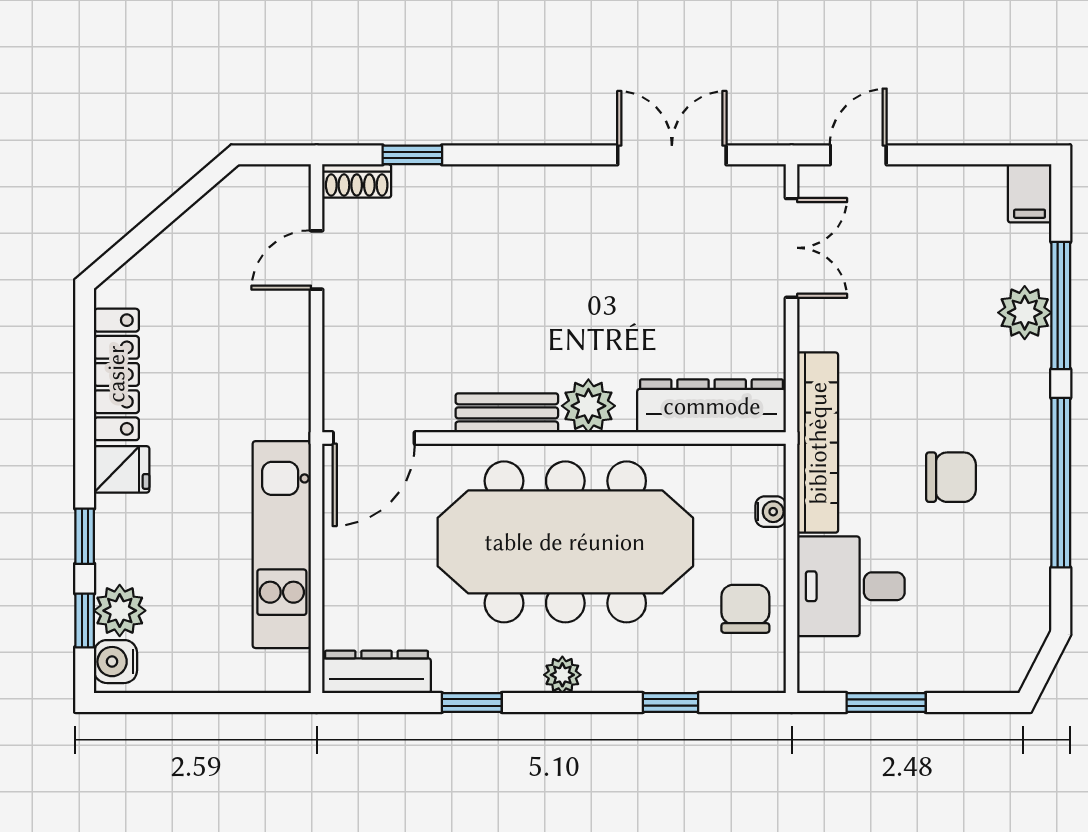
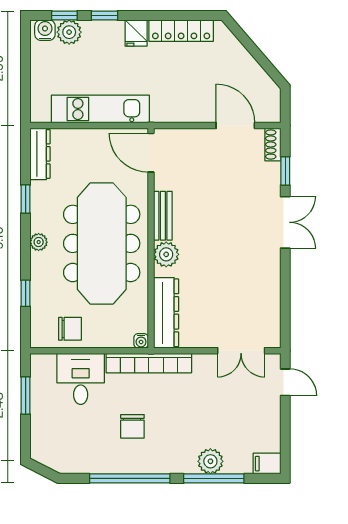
double door: (672, 155) -> (285, 222), moved
door: (317, 260) -> (235, 125), width x1.38
water cooler: (771, 512) -> (141, 341), moved

